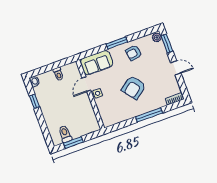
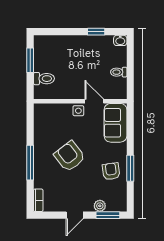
plant: (157, 37) -> (100, 206), moved
window: (117, 43) -> (130, 168), moved
toilet: (65, 134) -> (44, 79), moved

